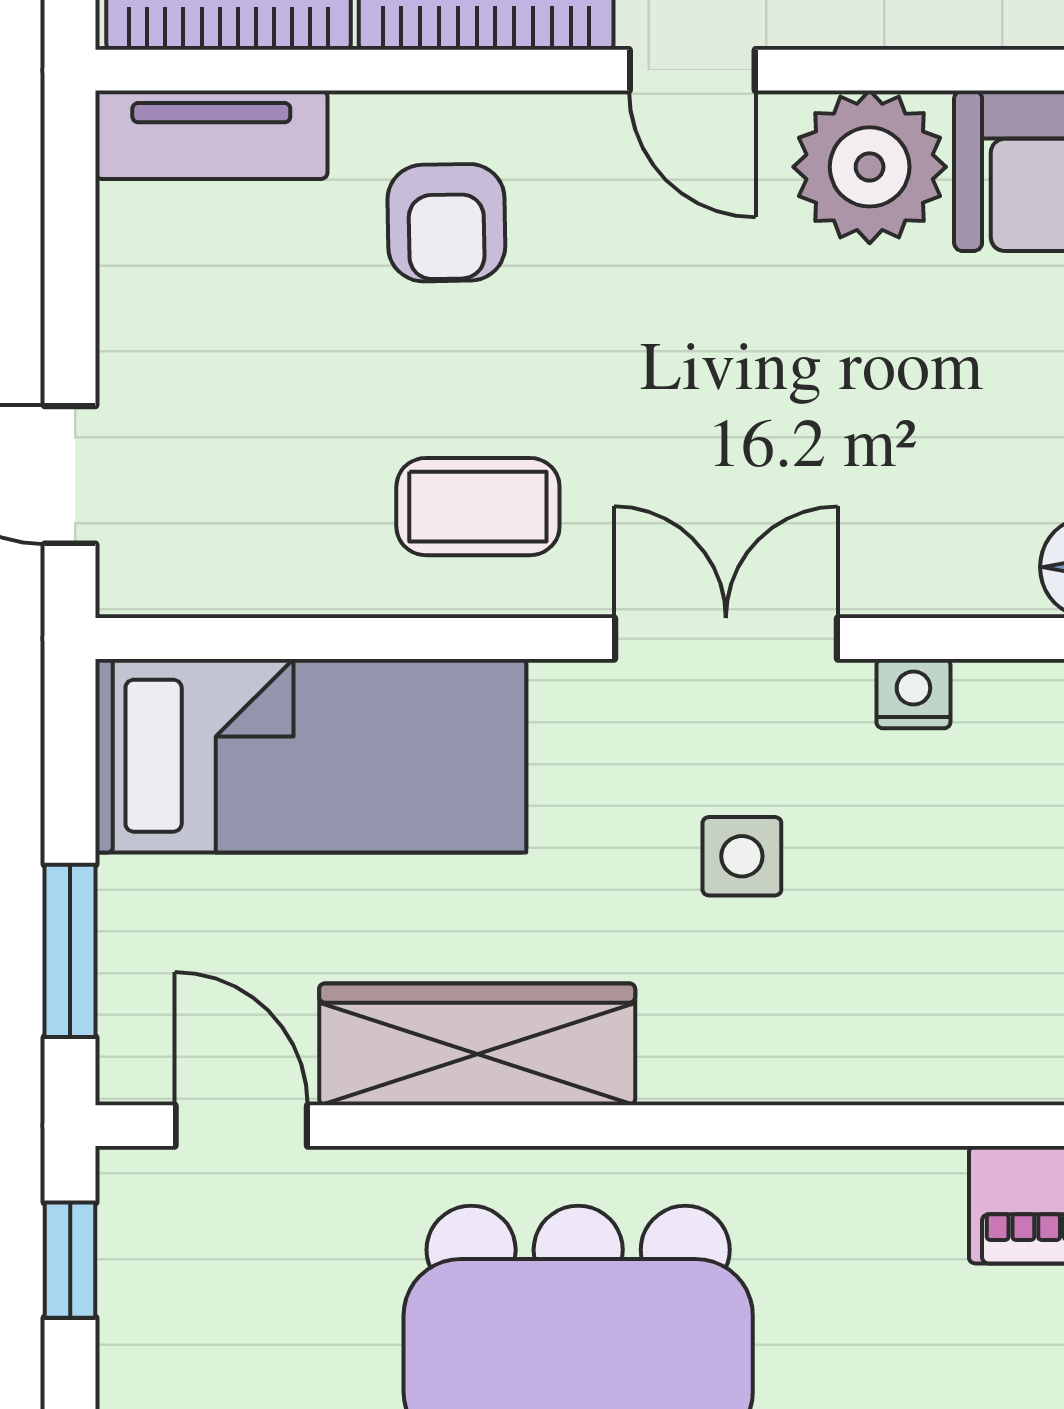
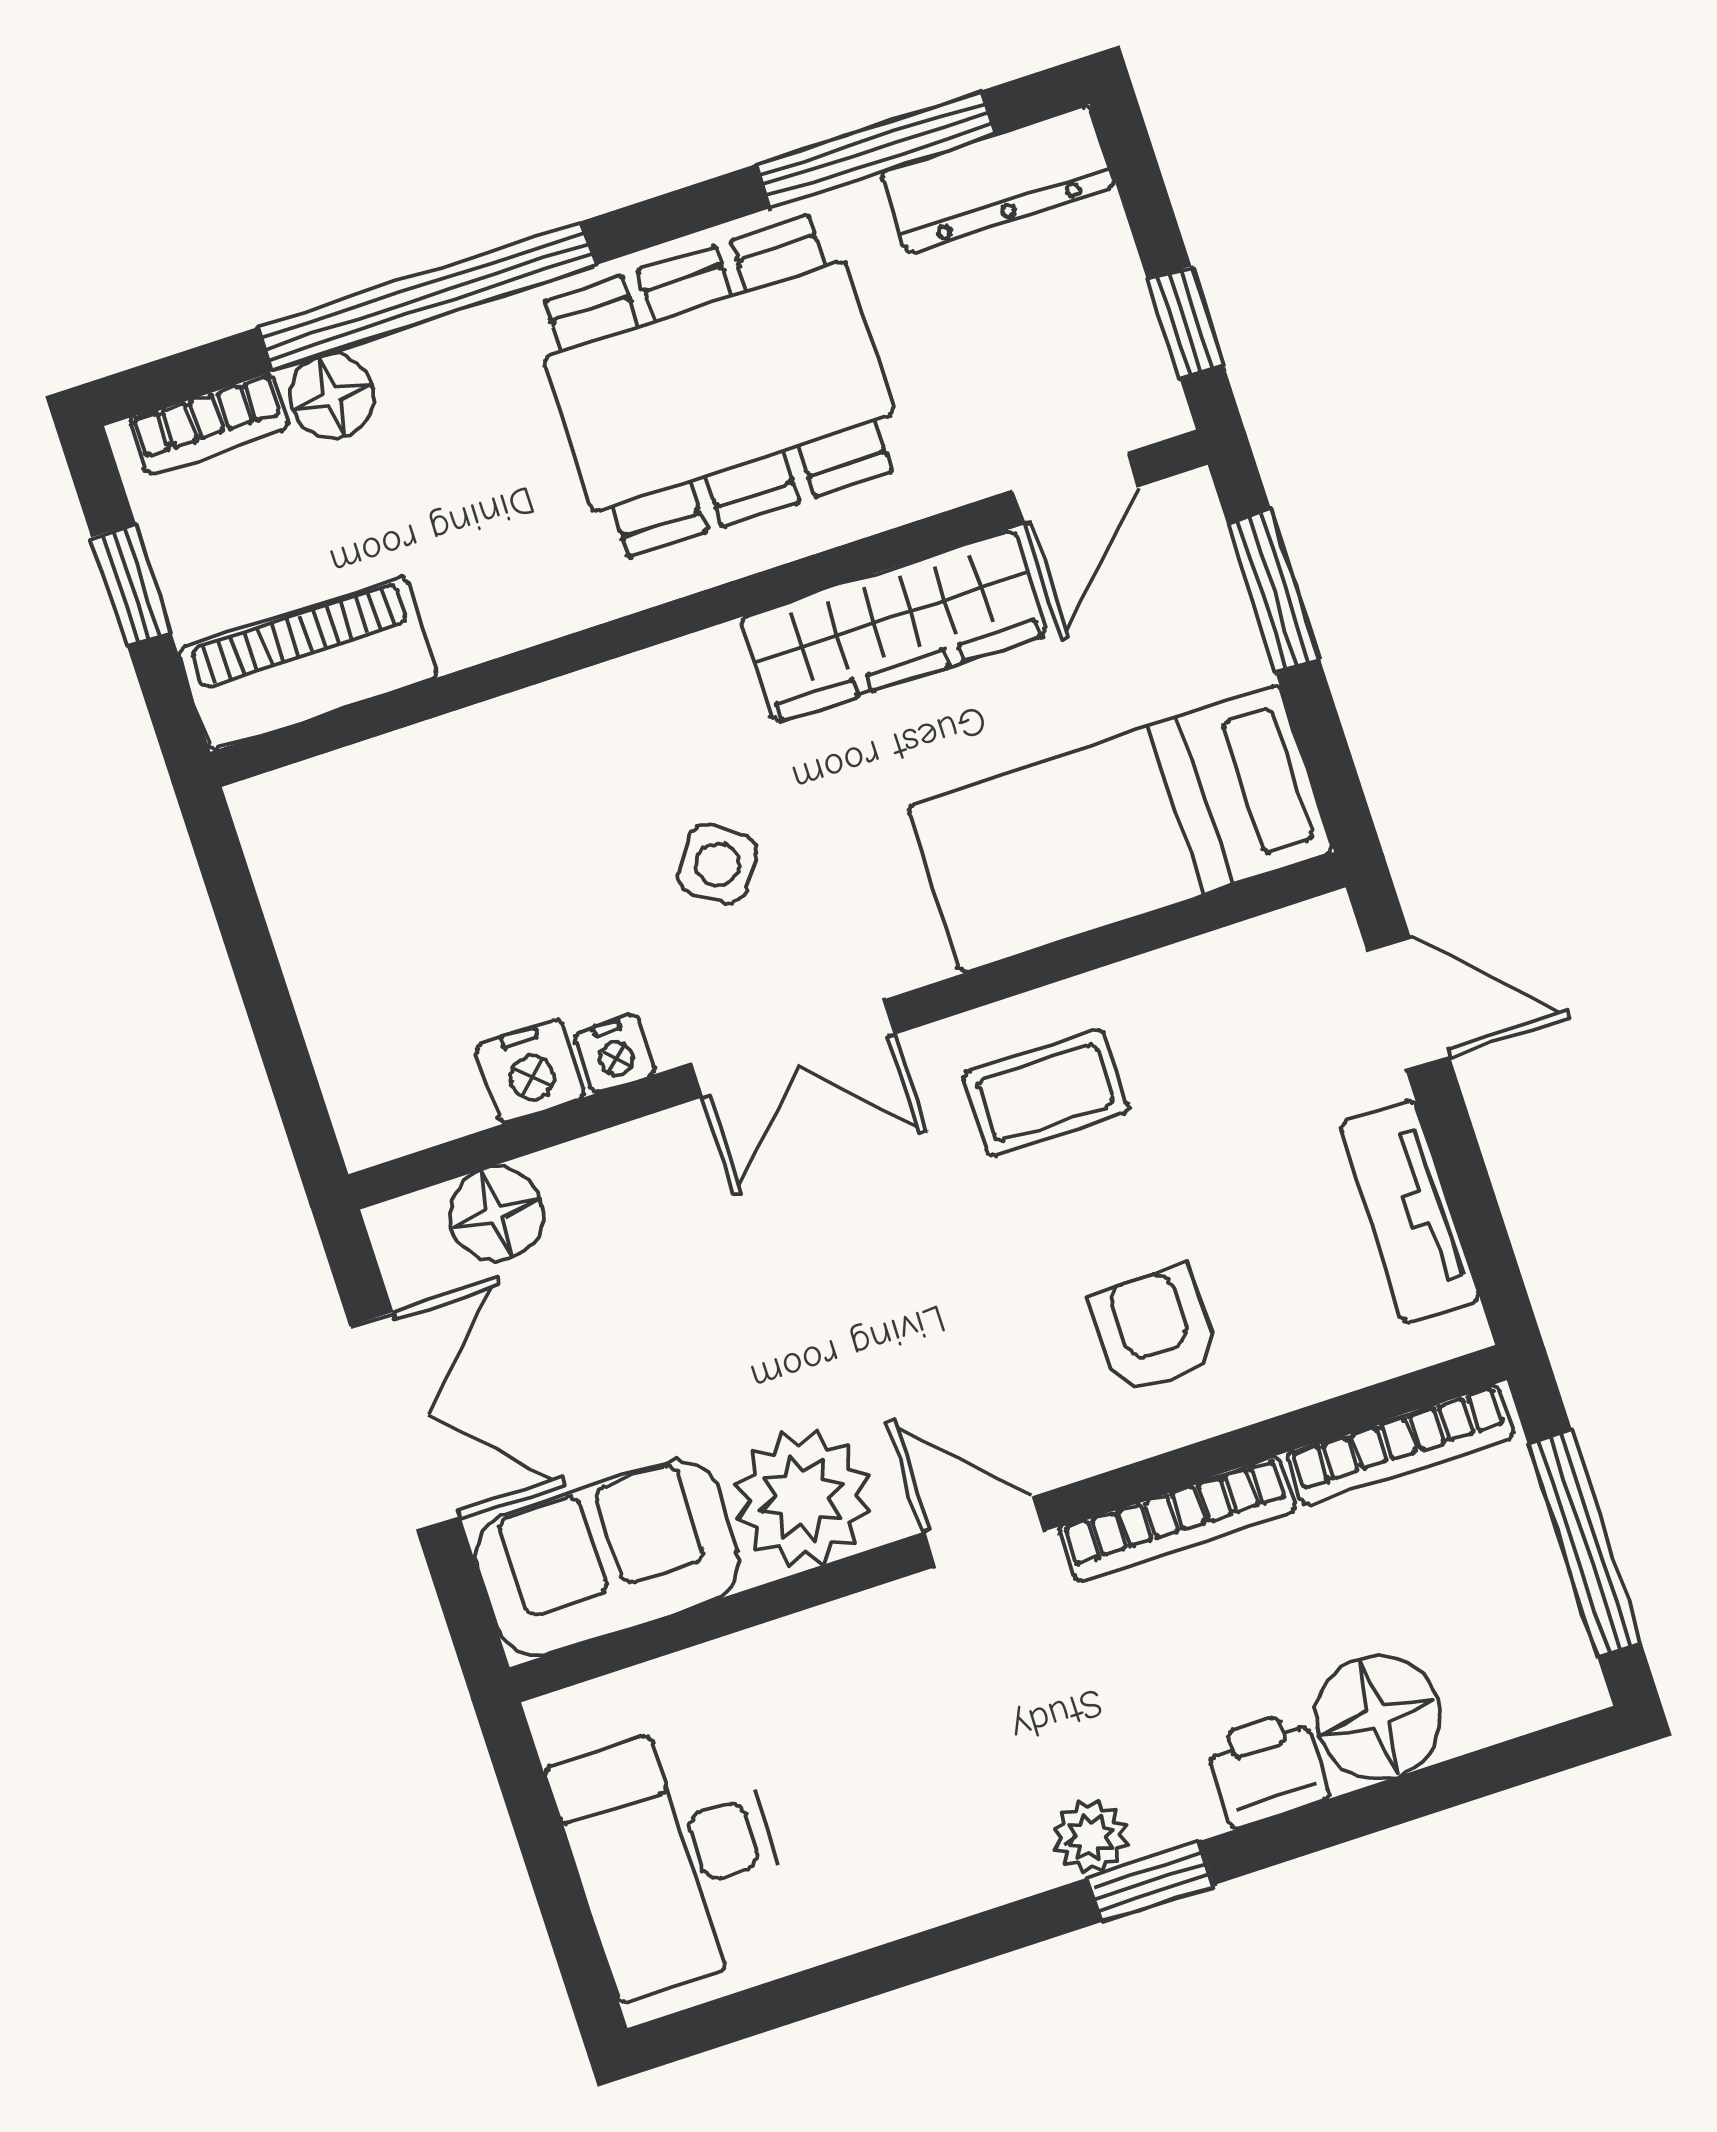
tv unit: (211, 135) -> (1409, 1212), moved, turned -90
nightstand: (1008, 704) -> (530, 1071), added
side table: (742, 856) -> (717, 864), turned 33
door: (241, 1126) -> (1075, 488), hinge flipped

